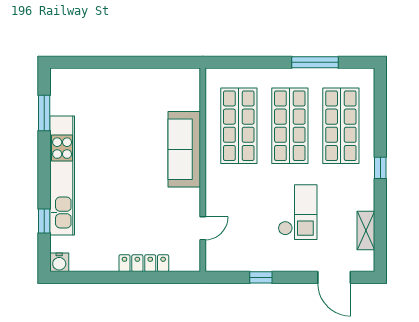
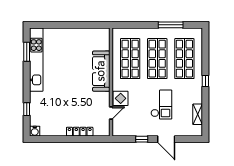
kitchen unit: (62, 176) -> (36, 60), moved
display table: (221, 201) -> (121, 98), added
door: (334, 277) -> (166, 139), moved

